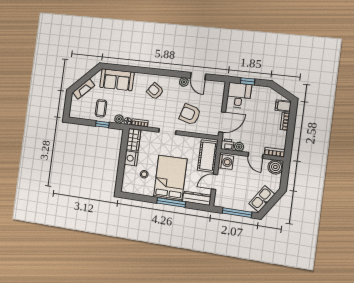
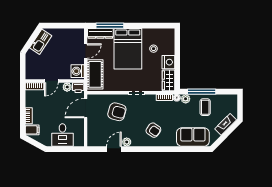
door: (198, 76) -> (114, 149), hinge flipped
window: (248, 81) -> (67, 149), removed
desk: (239, 95) -> (62, 135), moved
window: (102, 124) -> (202, 92), width x2.17
door: (255, 155) -> (51, 81), swing flipped
boiler: (275, 167) -> (32, 73), removed
window: (171, 202) -> (110, 26), moved
window: (237, 213) -> (61, 26), removed

